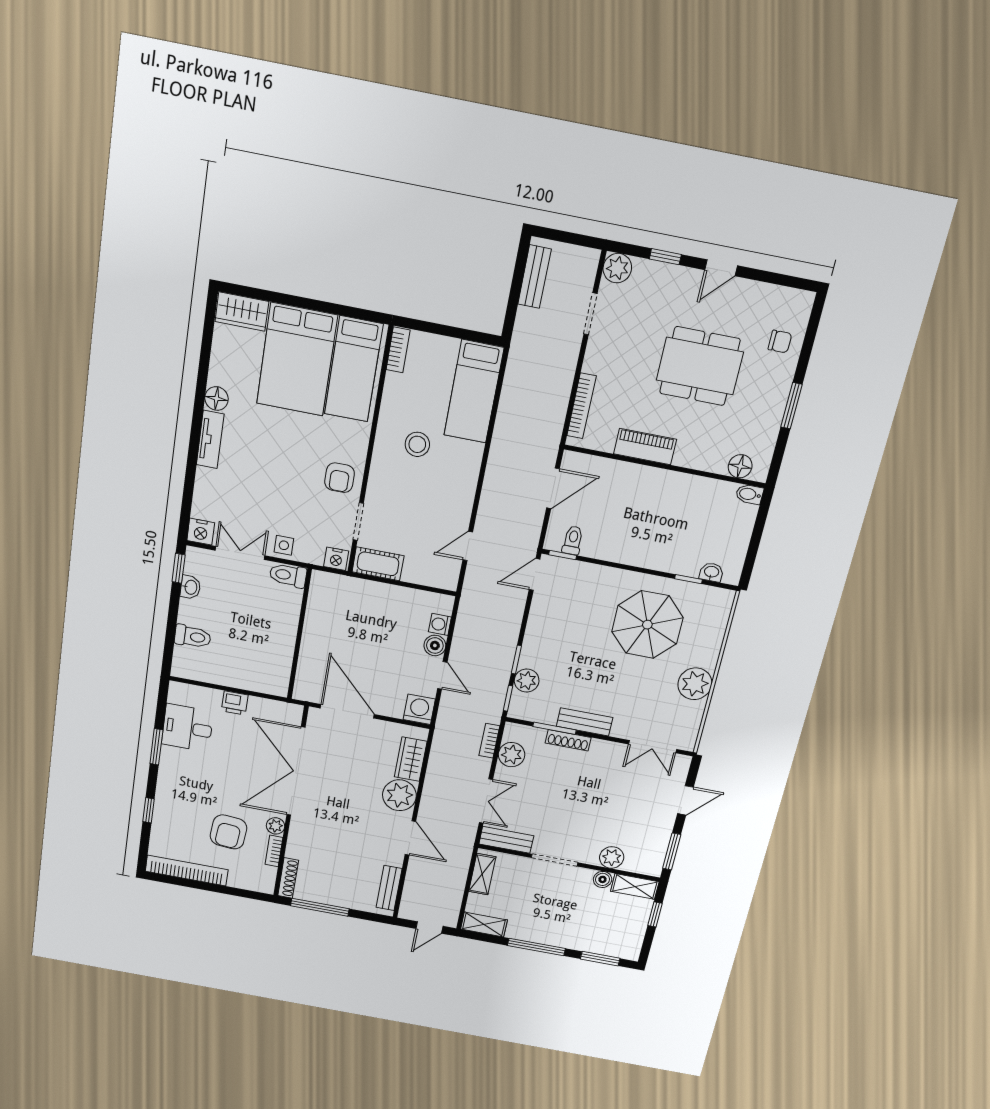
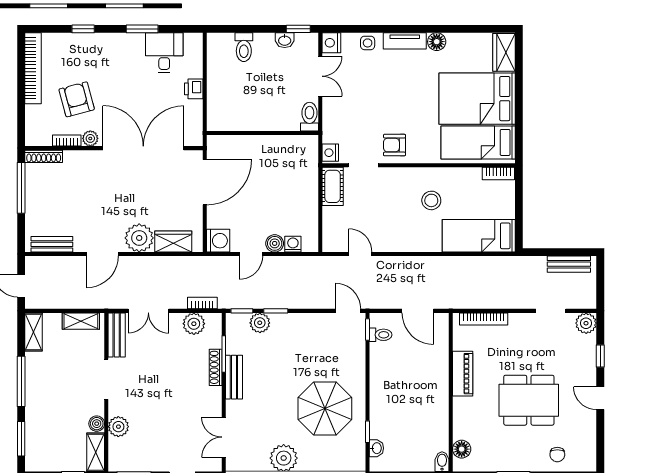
dining table: (700, 366) -> (529, 400), turned 90
side table: (284, 545) -> (368, 43), moved
armchair: (228, 832) -> (77, 99), turned 70

